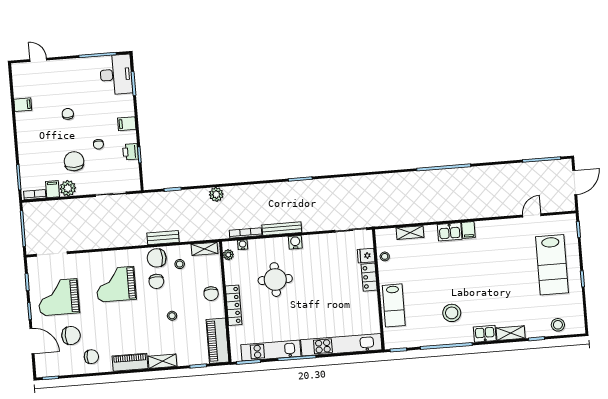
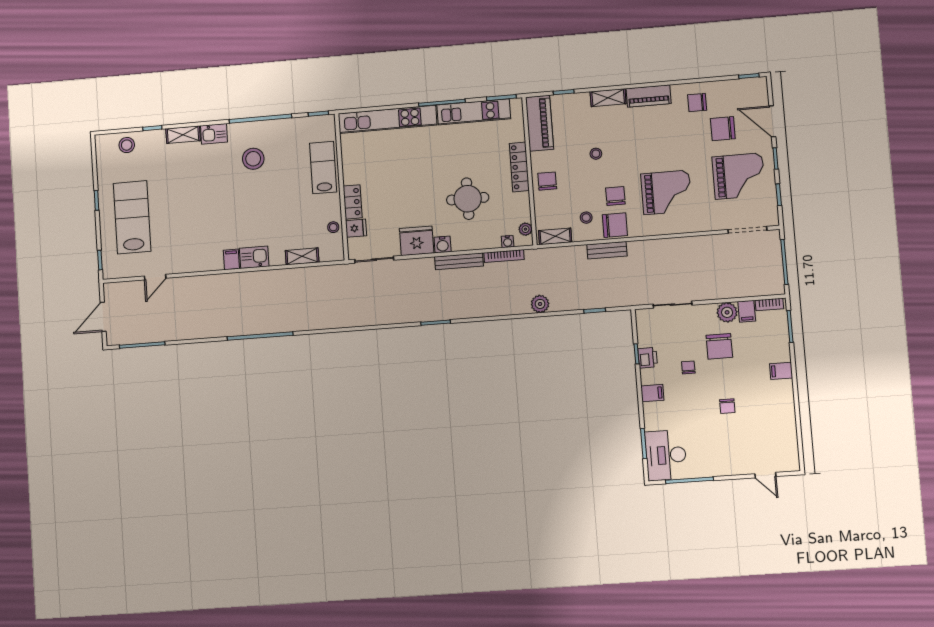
filing cabinet: (23, 105) -> (781, 371), moved
fridge: (316, 245) -> (417, 241), added

